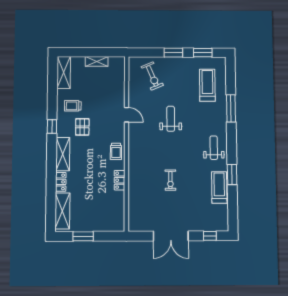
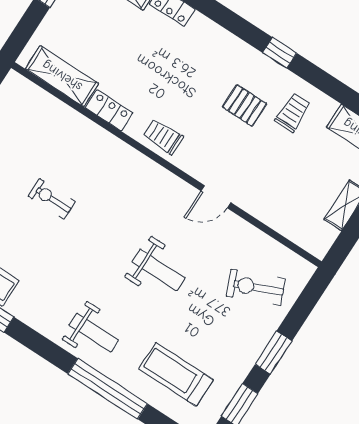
treadmill: (207, 85) -> (176, 374), turned 180
window: (231, 108) -> (108, 389), width x1.46
weight bench: (214, 148) -> (94, 333), moved
shelving: (63, 154) -> (62, 76), moved

